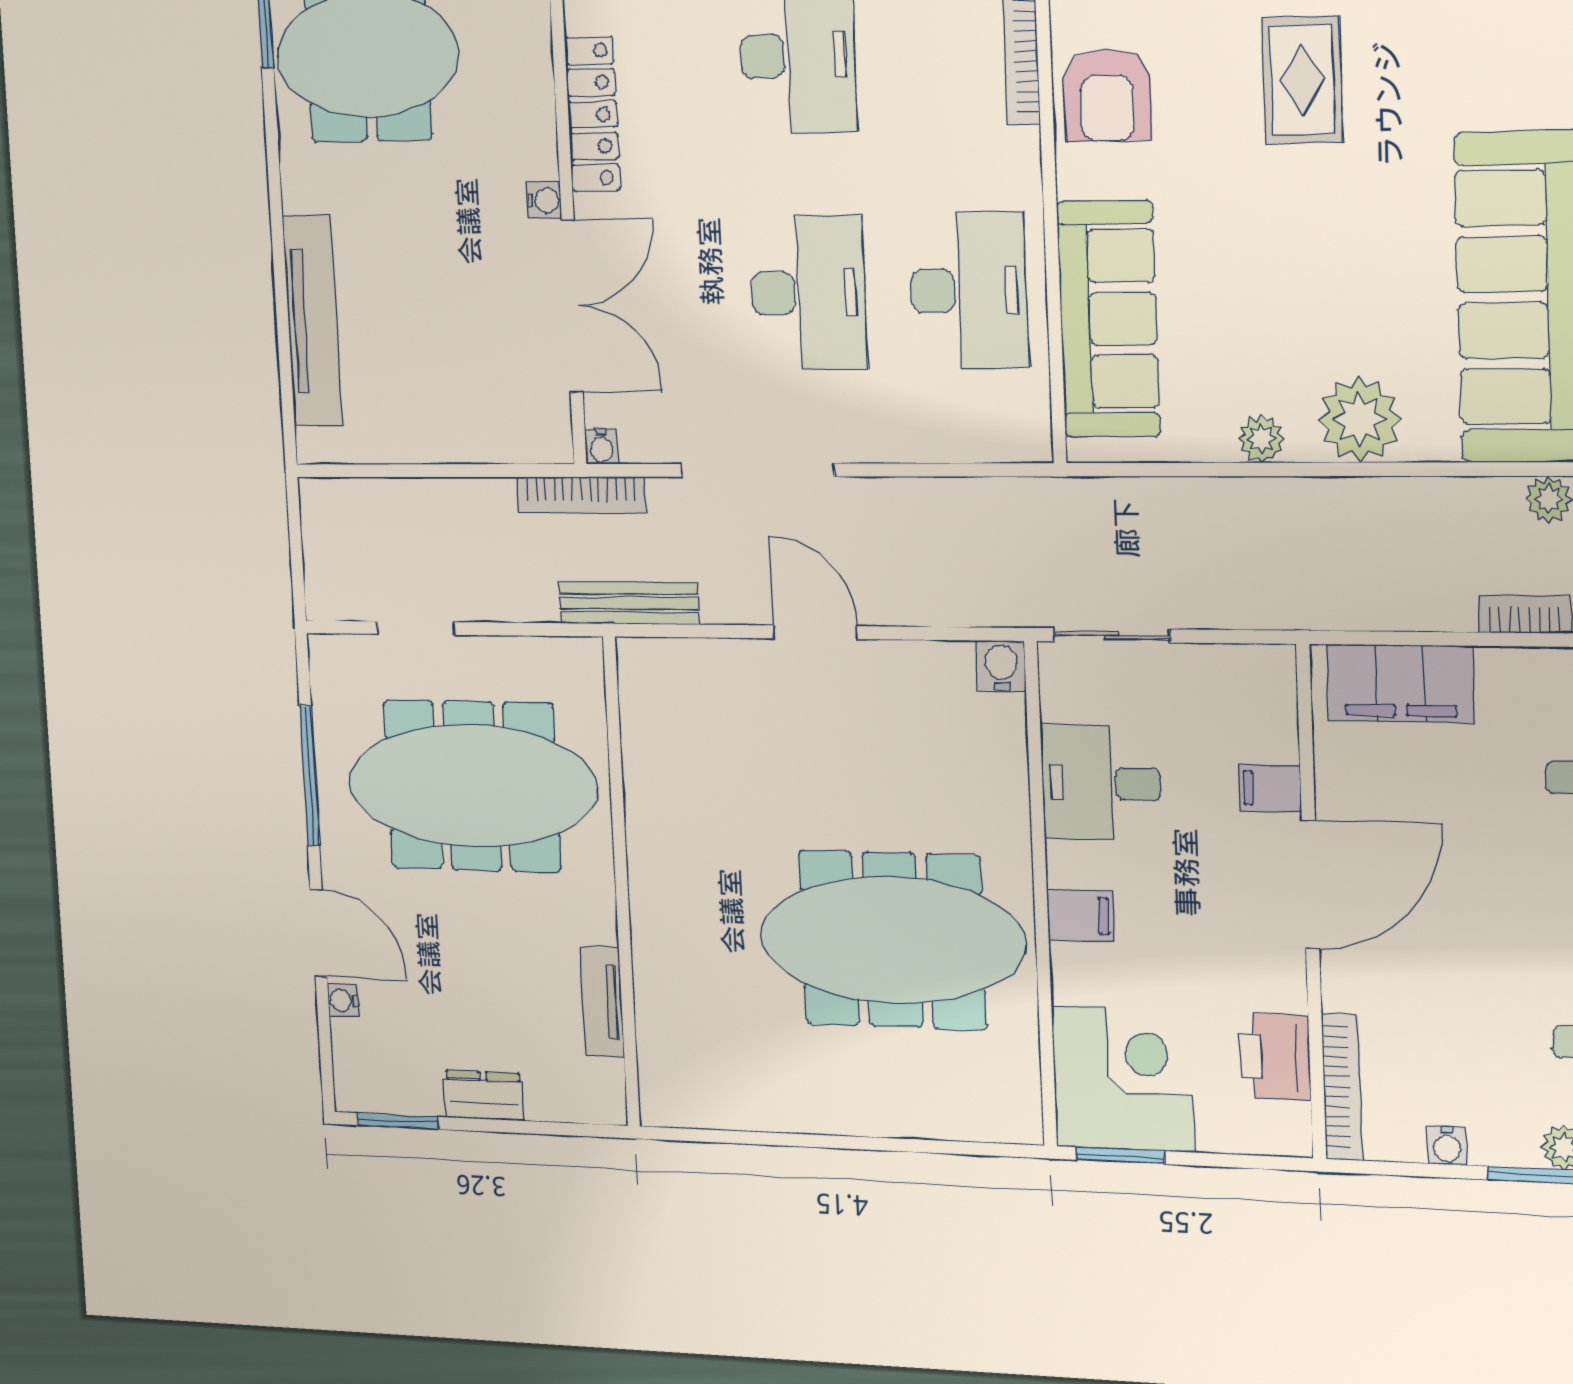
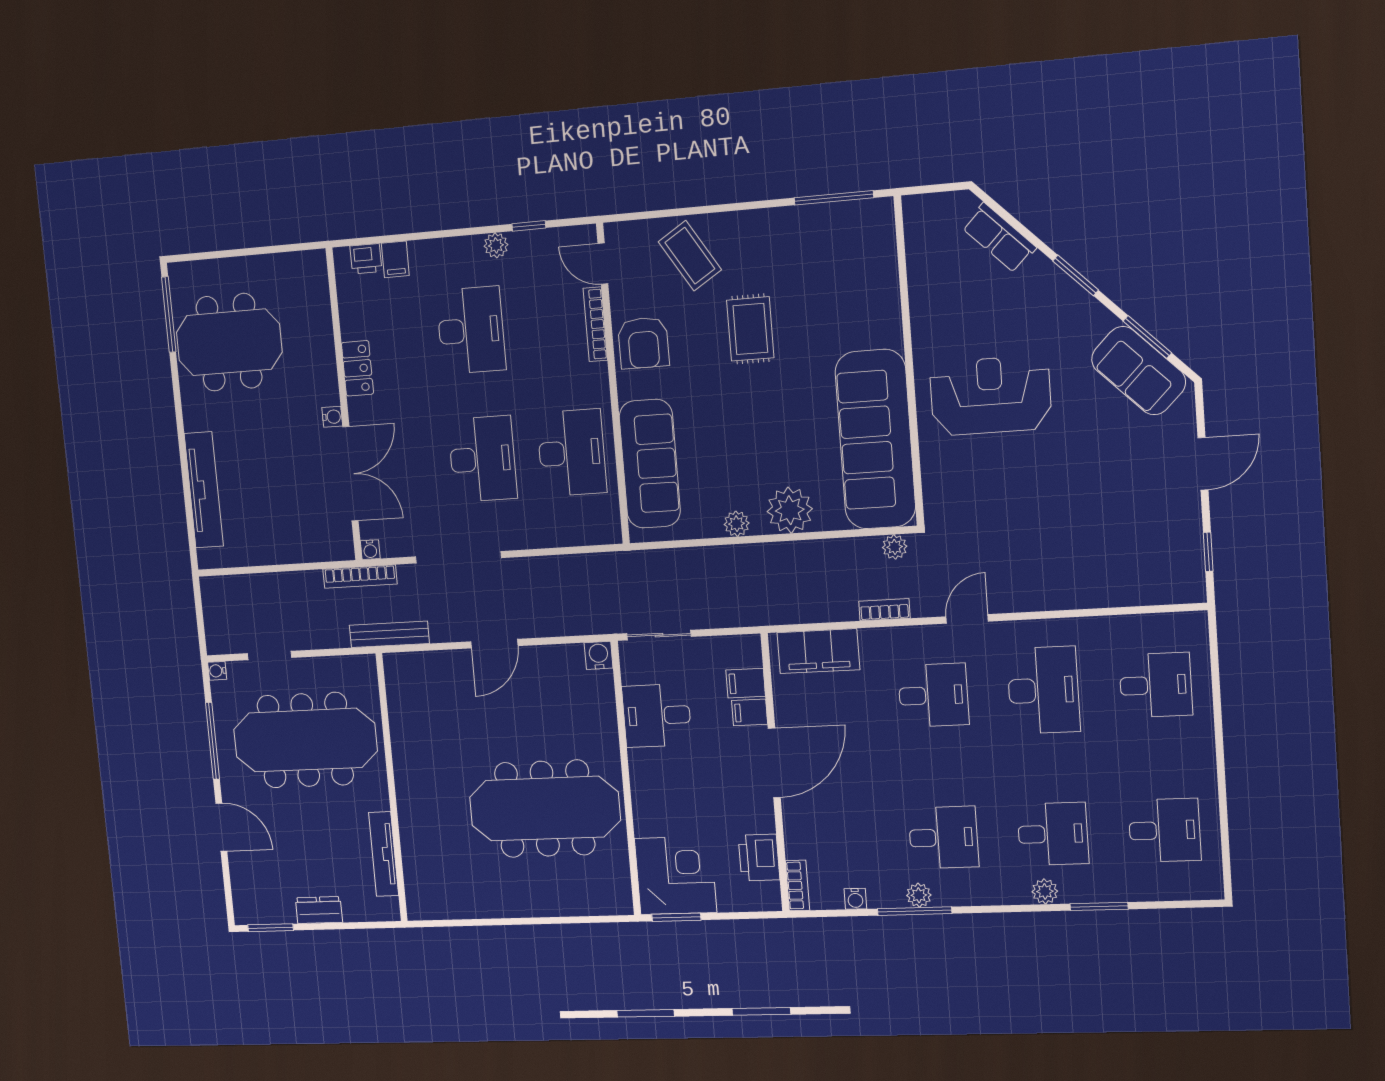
locker: (592, 114) -> (357, 368), width x0.66
door: (815, 632) -> (494, 644), swing flipped
filing cabinet: (1080, 915) -> (746, 683), moved, turned 180
water cooler: (343, 1000) -> (217, 671), moved
tv unit: (602, 1002) -> (384, 854), width x1.41
bookcase: (1342, 1087) -> (798, 885), width x0.64

